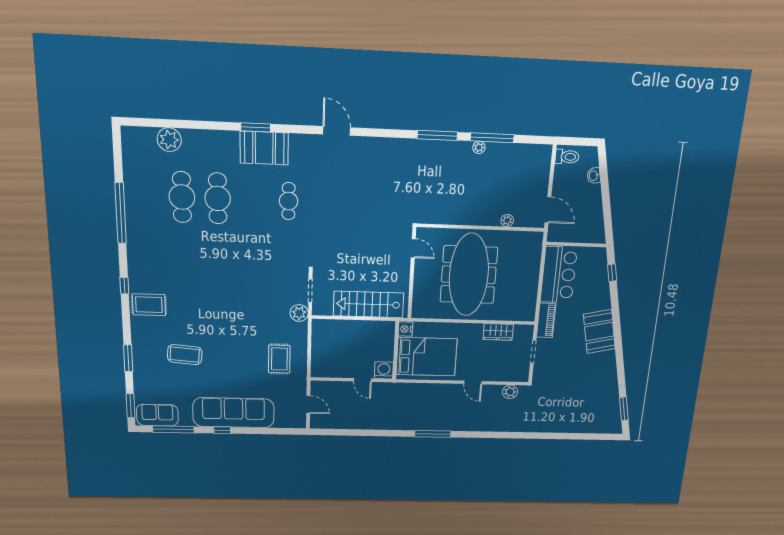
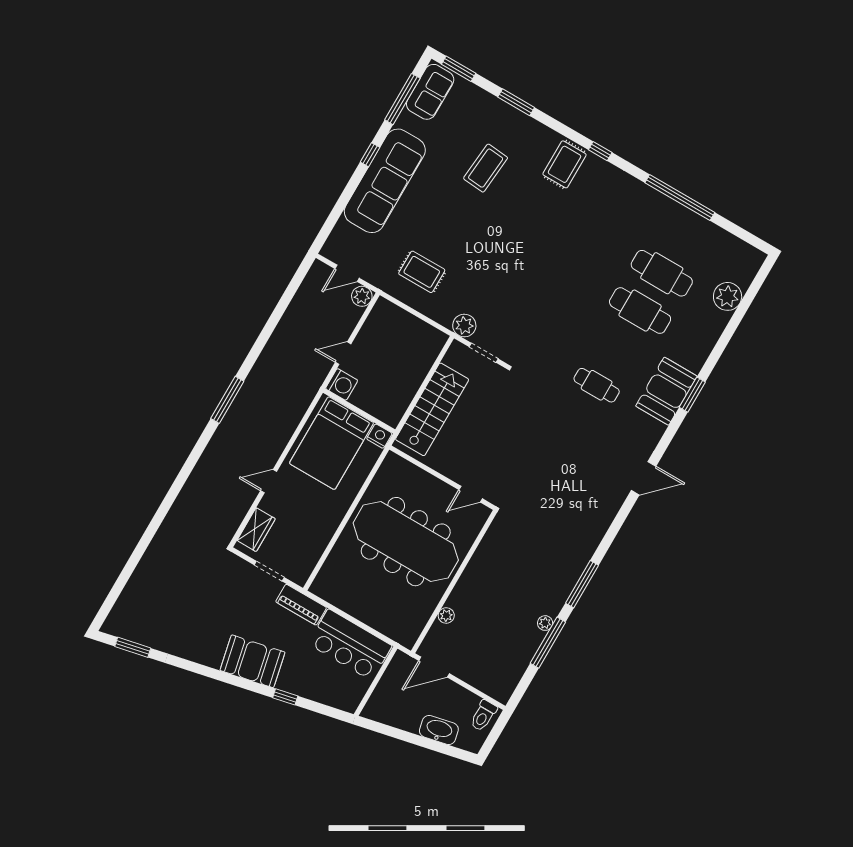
washbasin: (594, 176) -> (439, 730), width x1.91, depth x1.45
window: (612, 273) -> (285, 697), moved
wardrobe: (498, 332) -> (256, 530), moved, turned 180
plant: (510, 392) -> (362, 296), moved

